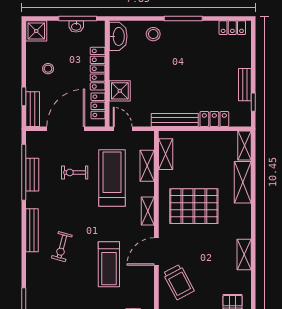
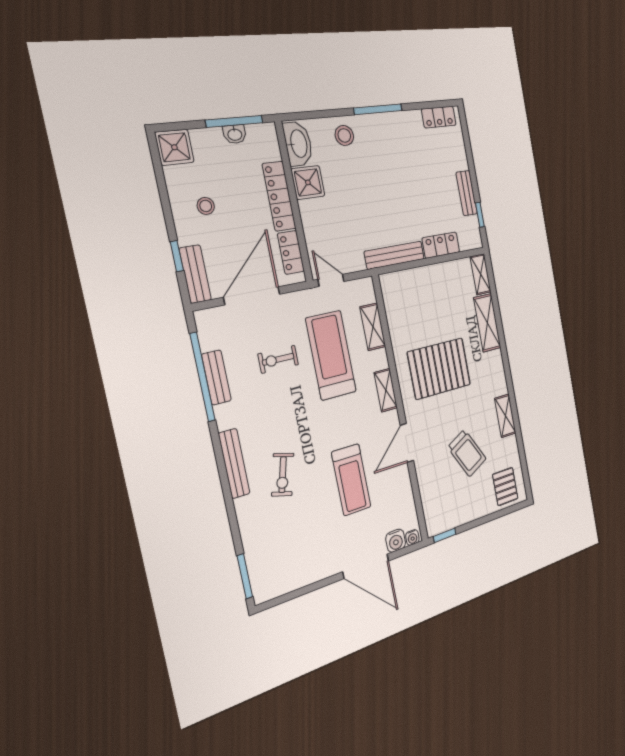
shower: (120, 91) -> (308, 182), moved
shelving: (166, 154) -> (392, 305), removed
trolley: (179, 282) -> (467, 453), moved

